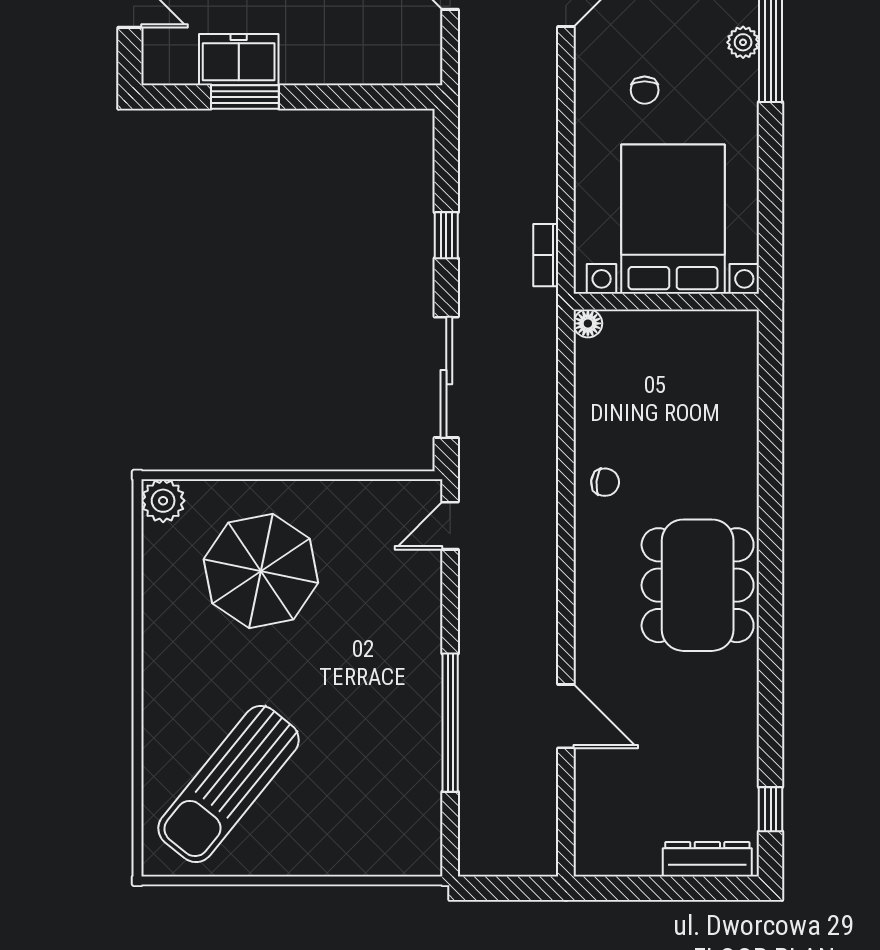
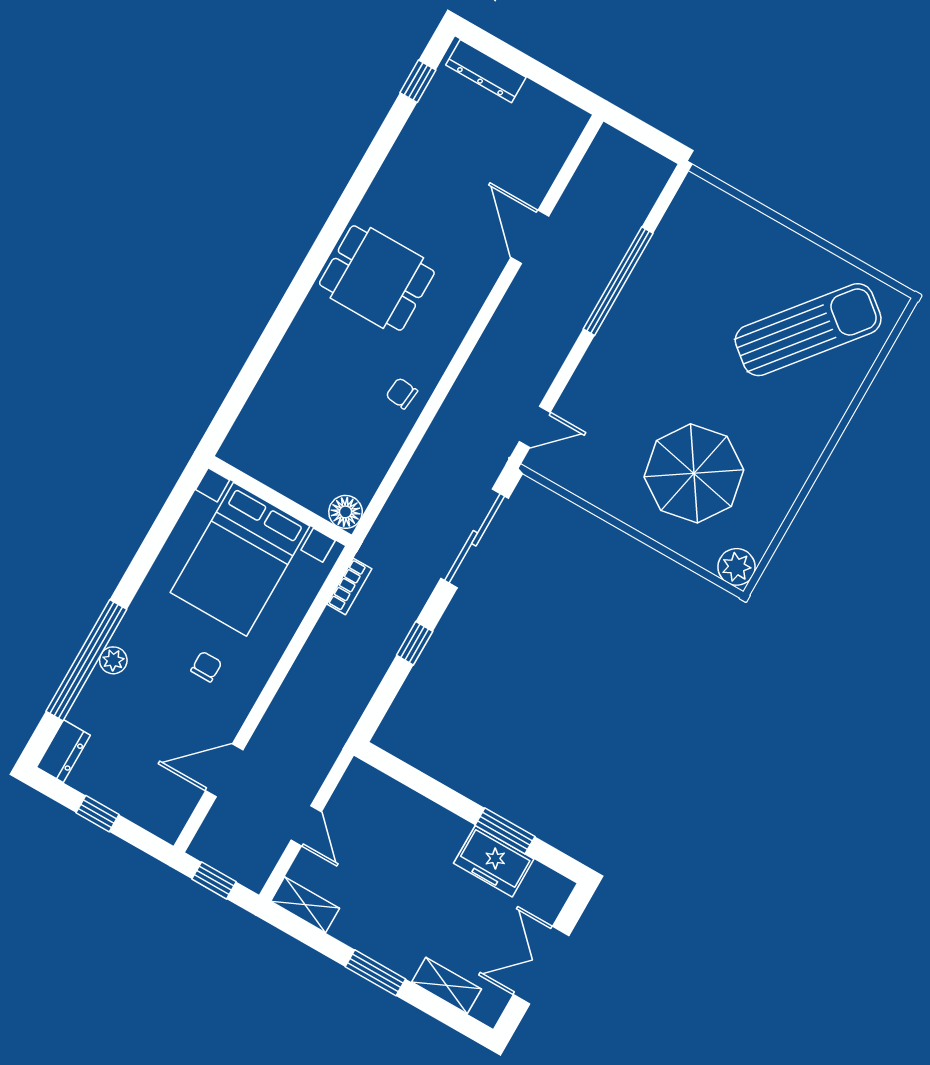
floor lamp: (588, 323) -> (346, 512), width x1.37, depth x1.37
dining table: (698, 585) -> (377, 278), width x0.73

